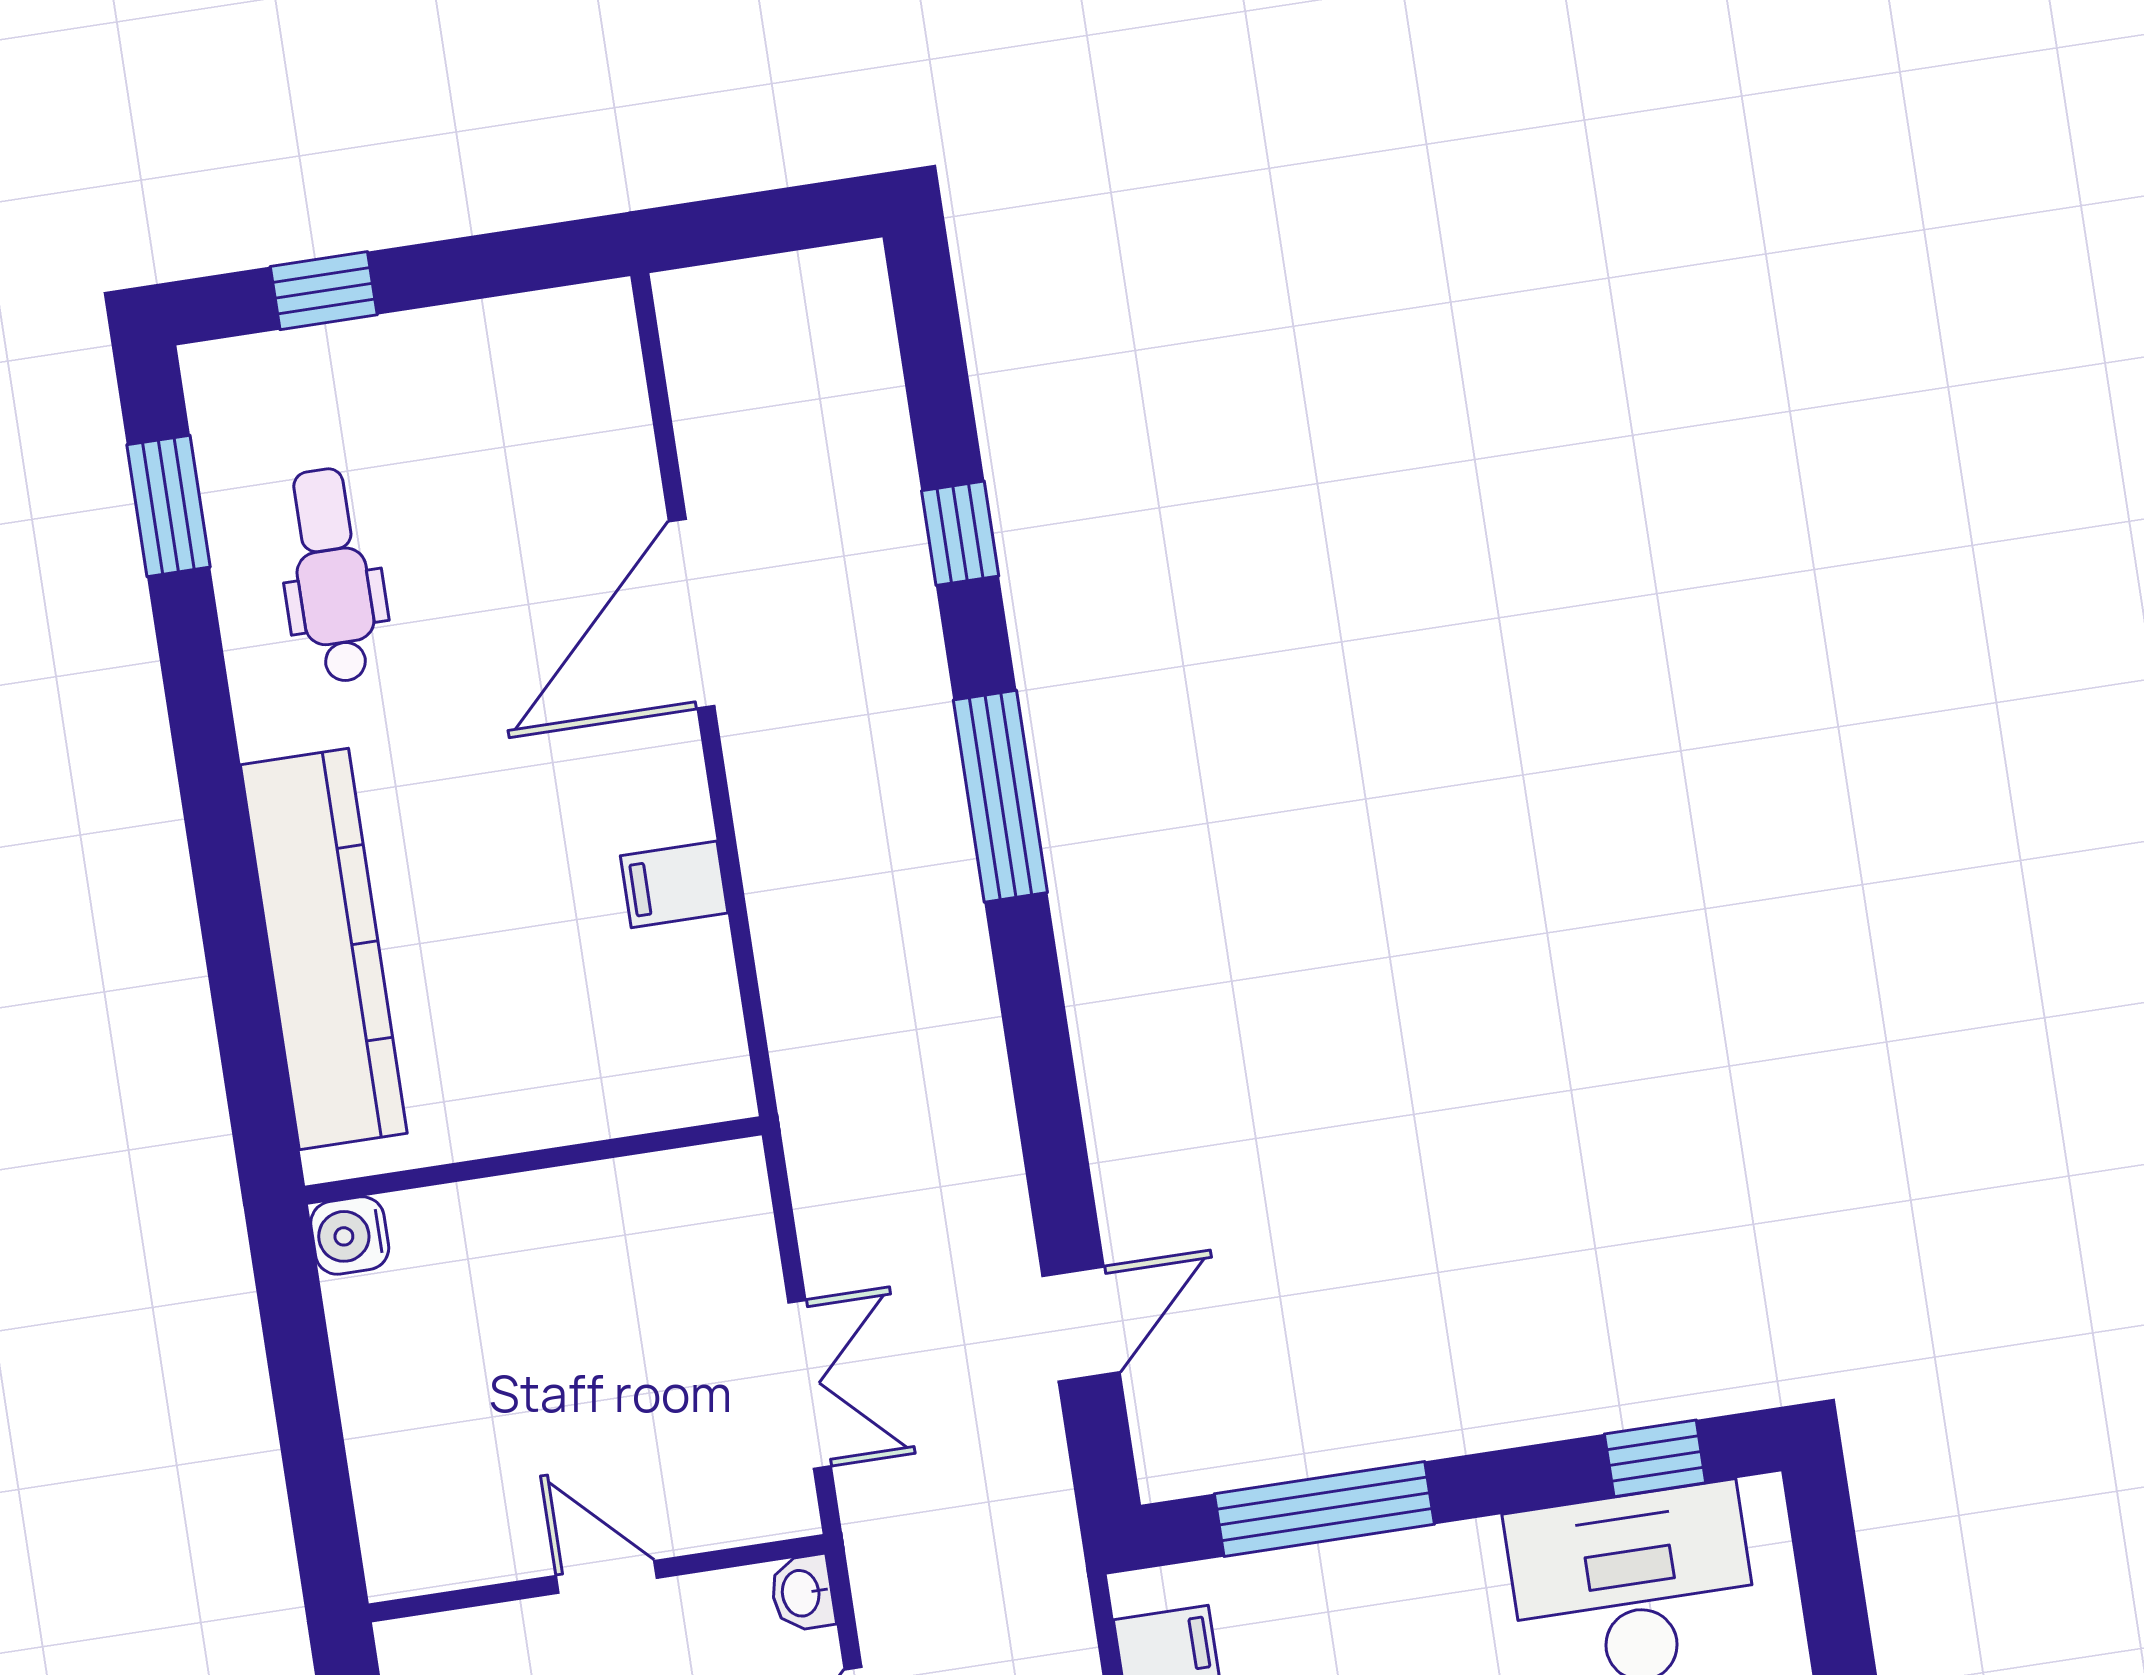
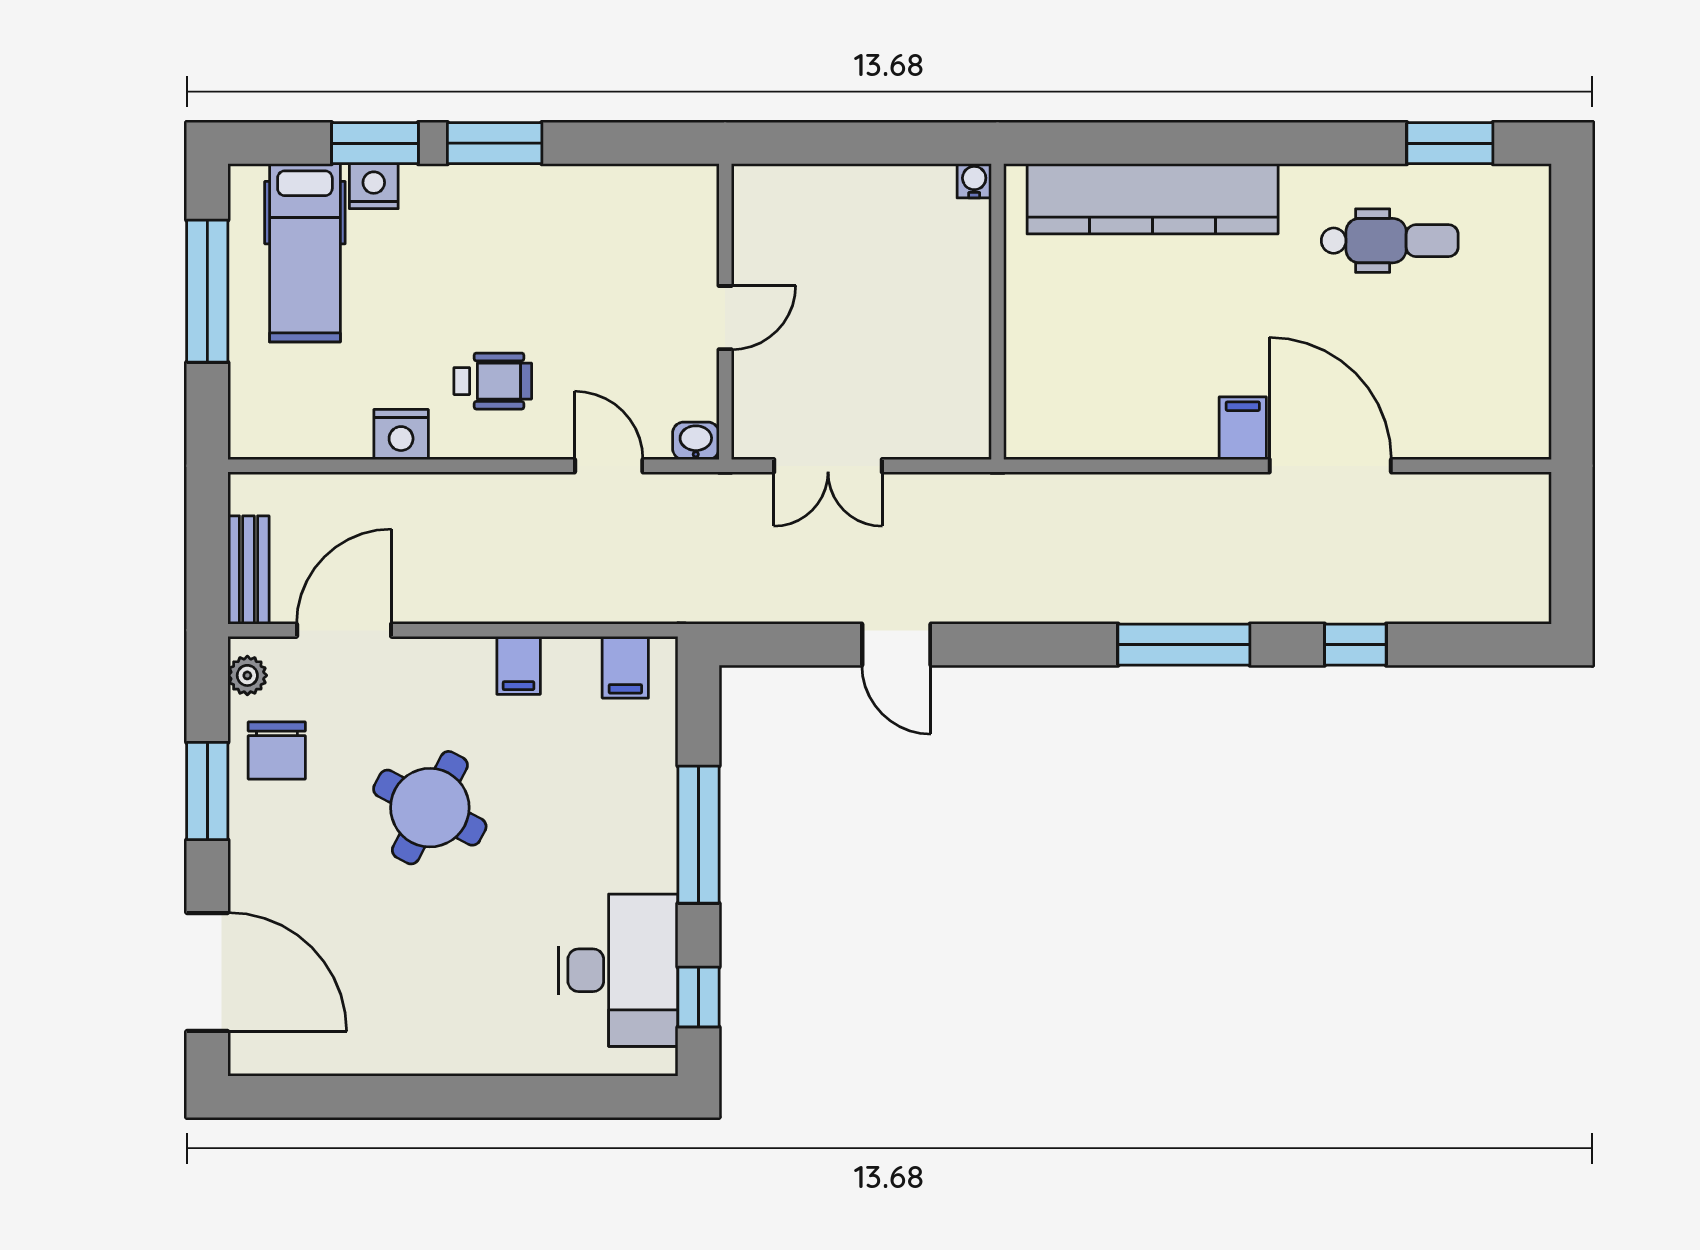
window: (324, 291) -> (1572, 263), removed
filing cabinet: (674, 884) -> (1243, 428), moved
water cooler: (350, 1236) -> (974, 181), width x0.72, depth x0.72
door: (1081, 1324) -> (896, 645), moved
window: (1324, 1509) -> (698, 835), moved

